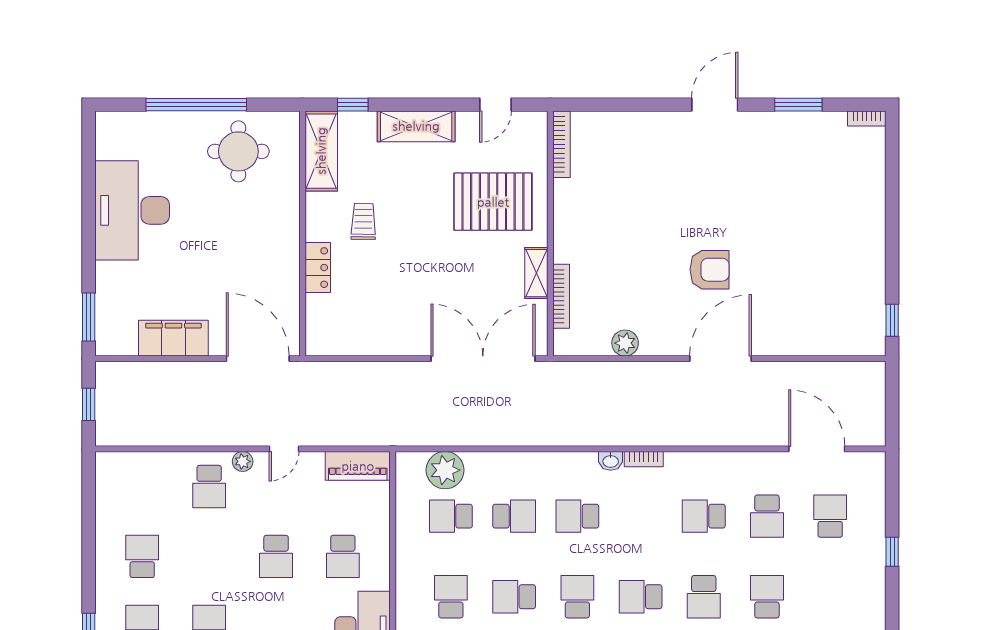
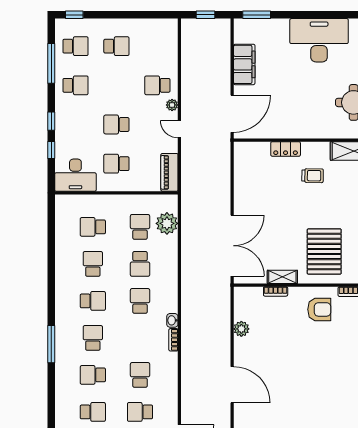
armchair: (710, 270) -> (319, 309), moved, turned -90
bookcase: (561, 296) -> (276, 291), width x0.64
school desk: (451, 597) -> (93, 227), turned 180

